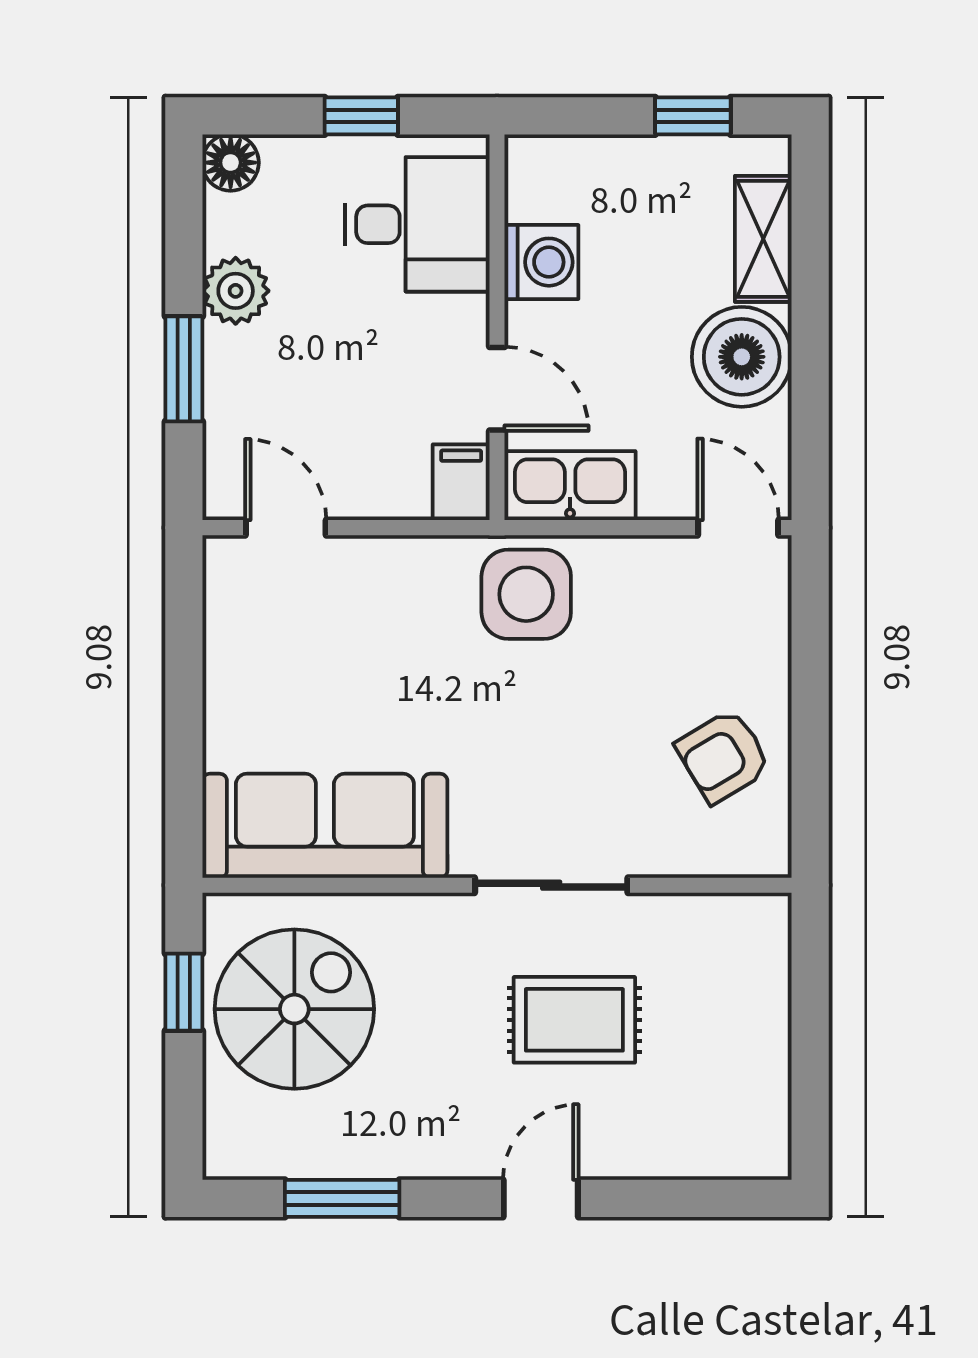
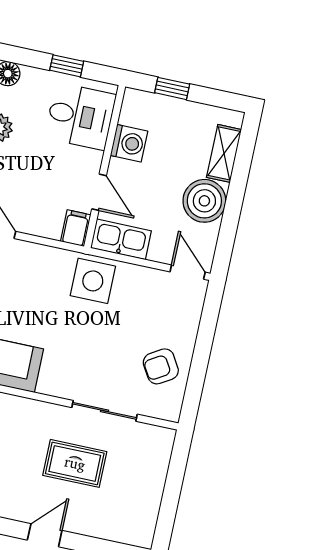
window: (693, 116) -> (172, 88), moved
sliding door: (551, 885) -> (104, 411), moved

